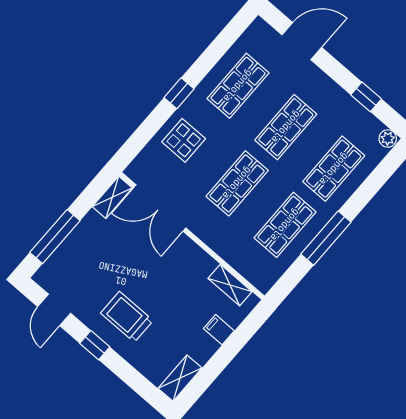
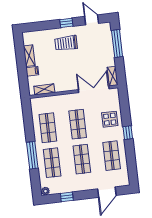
window: (326, 238) -> (32, 155), moved
trolley: (127, 317) -> (66, 43), turned 180
shelving: (180, 378) -> (29, 56), moved

